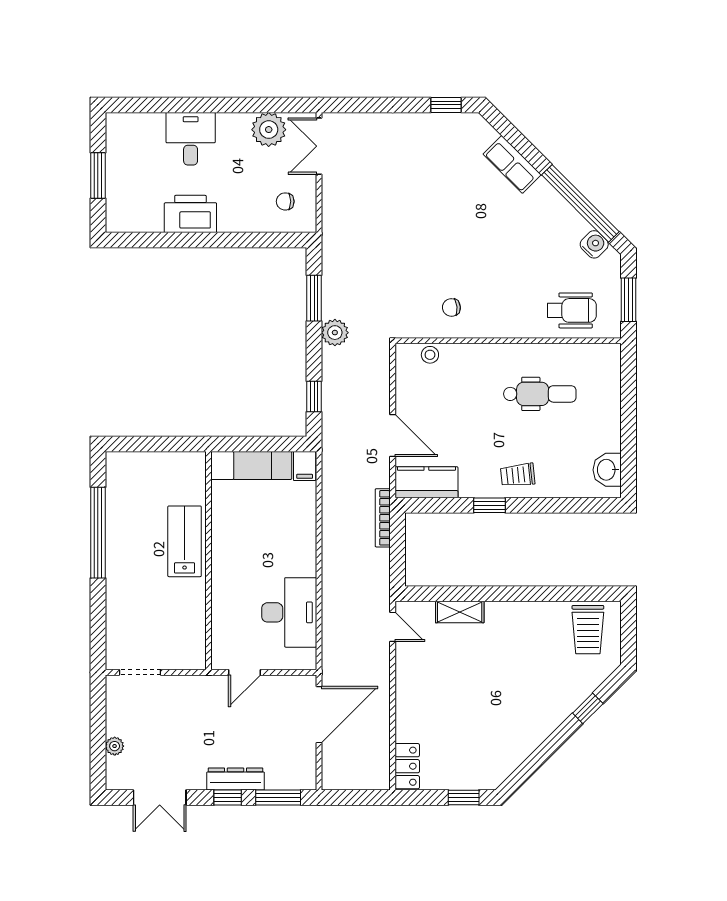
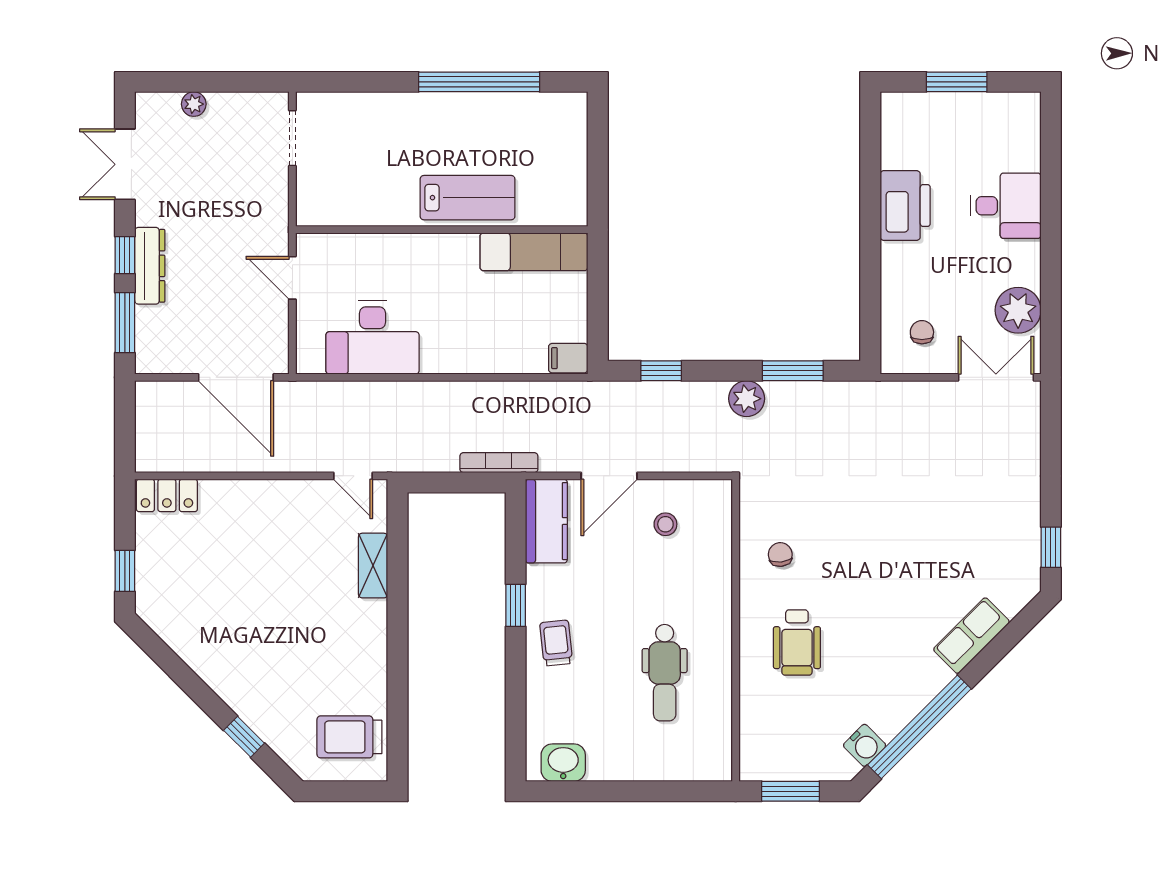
wheelchair: (572, 310) -> (797, 642), moved
stool: (430, 355) -> (665, 524), moved
exam couch: (251, 465) -> (534, 252), moved, turned -90
door: (393, 627) -> (353, 476), hinge flipped

